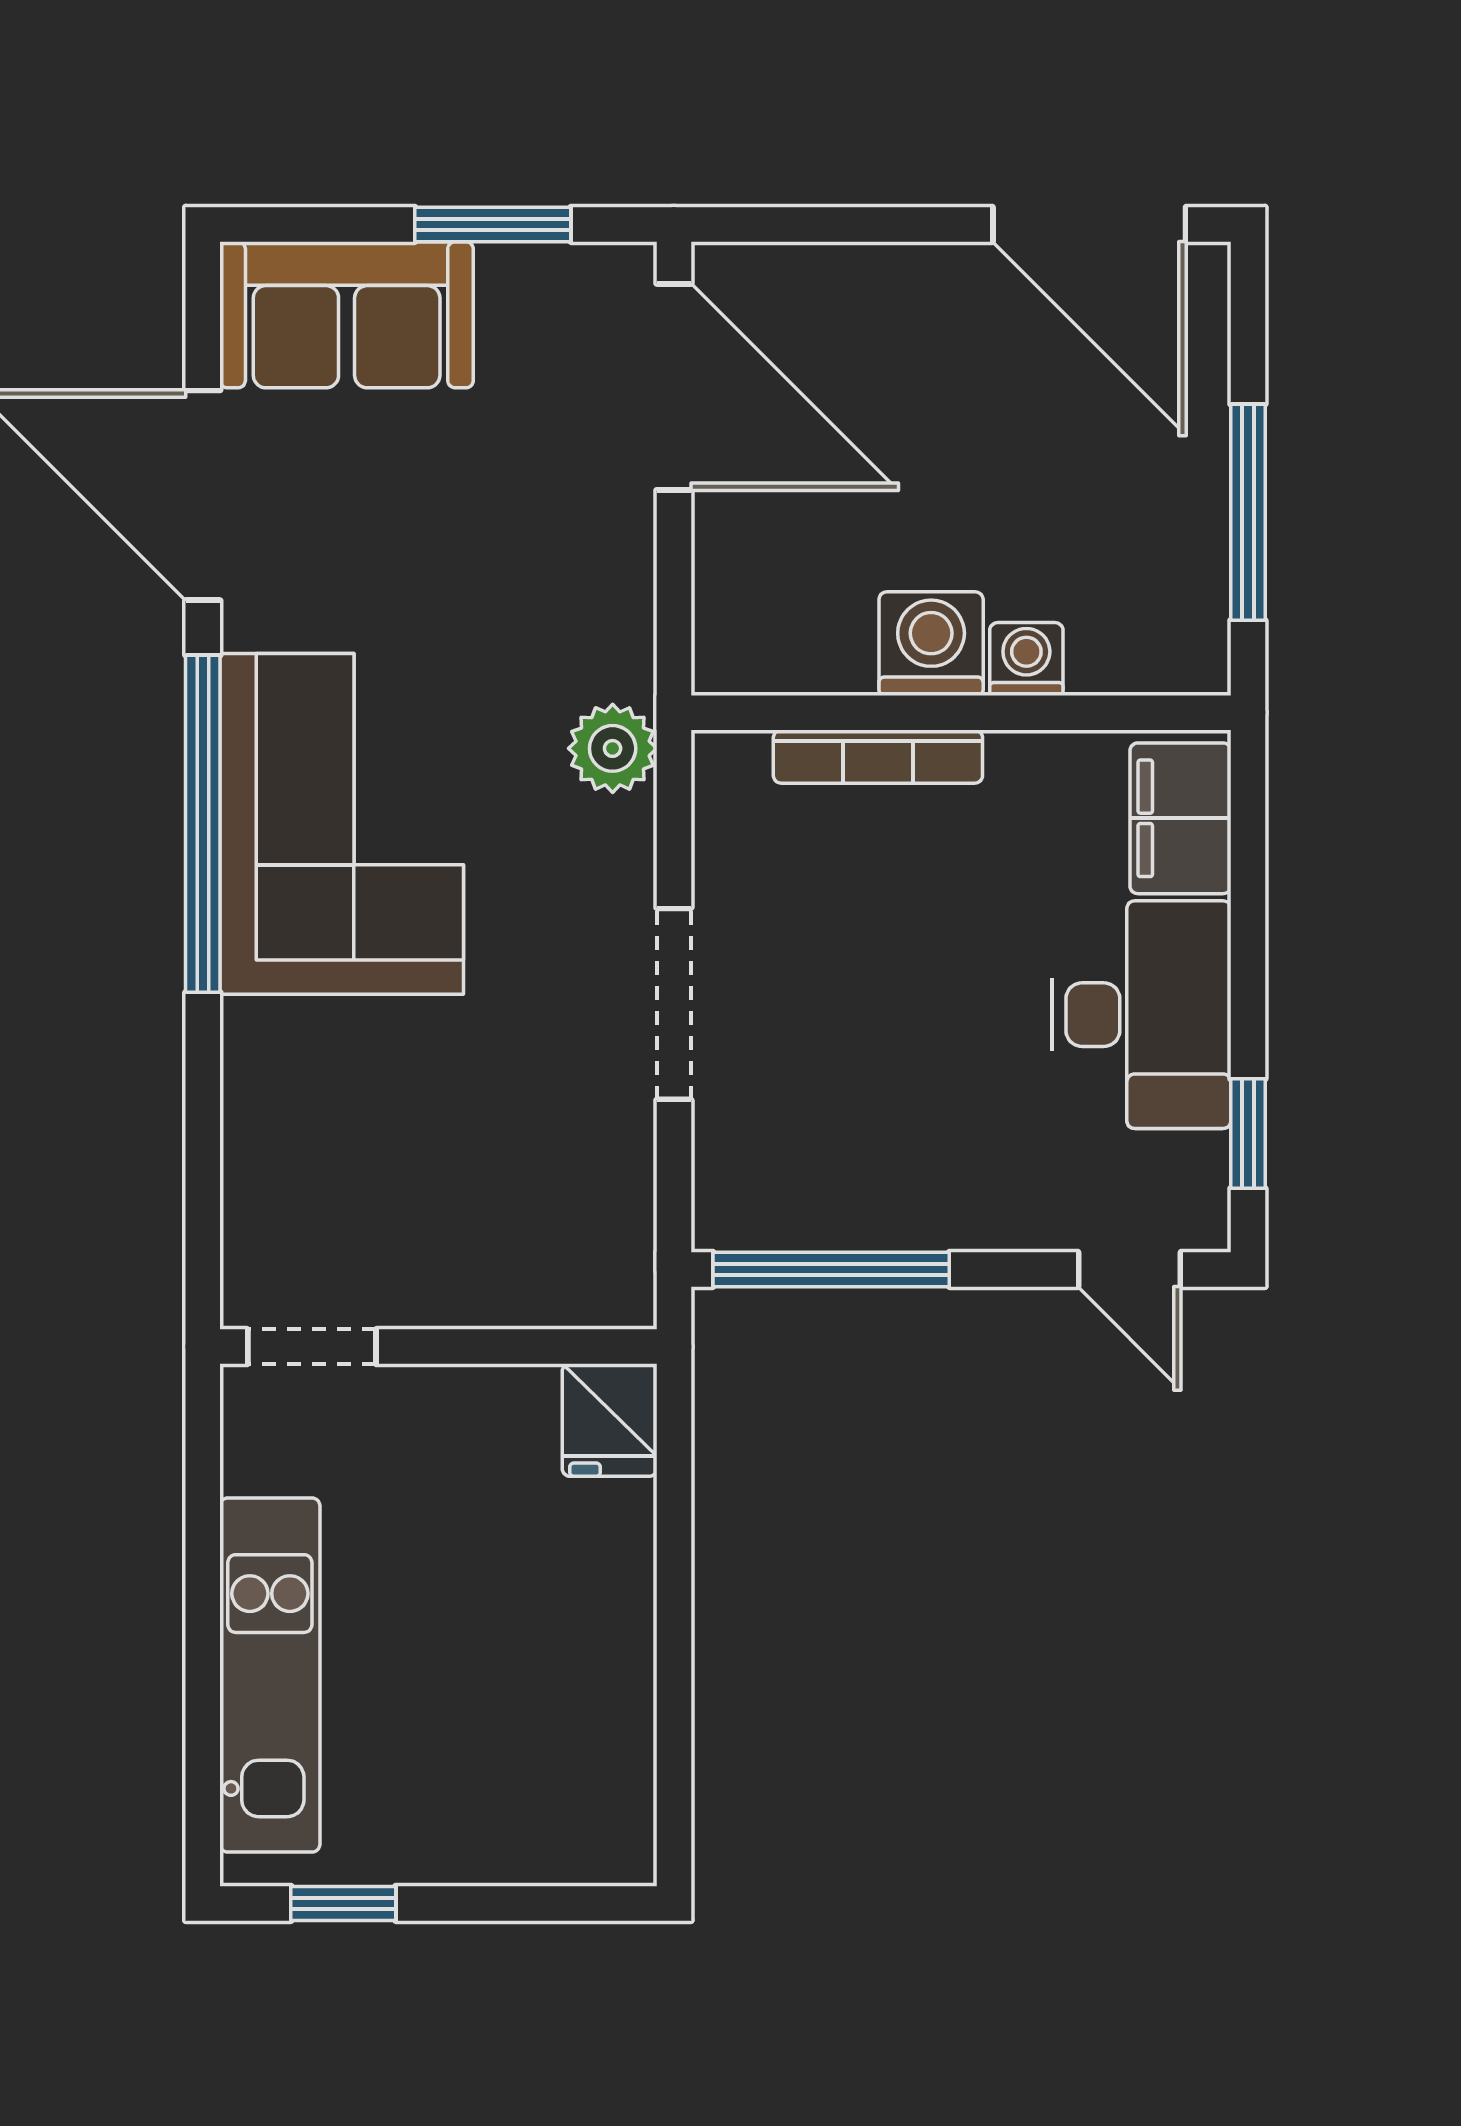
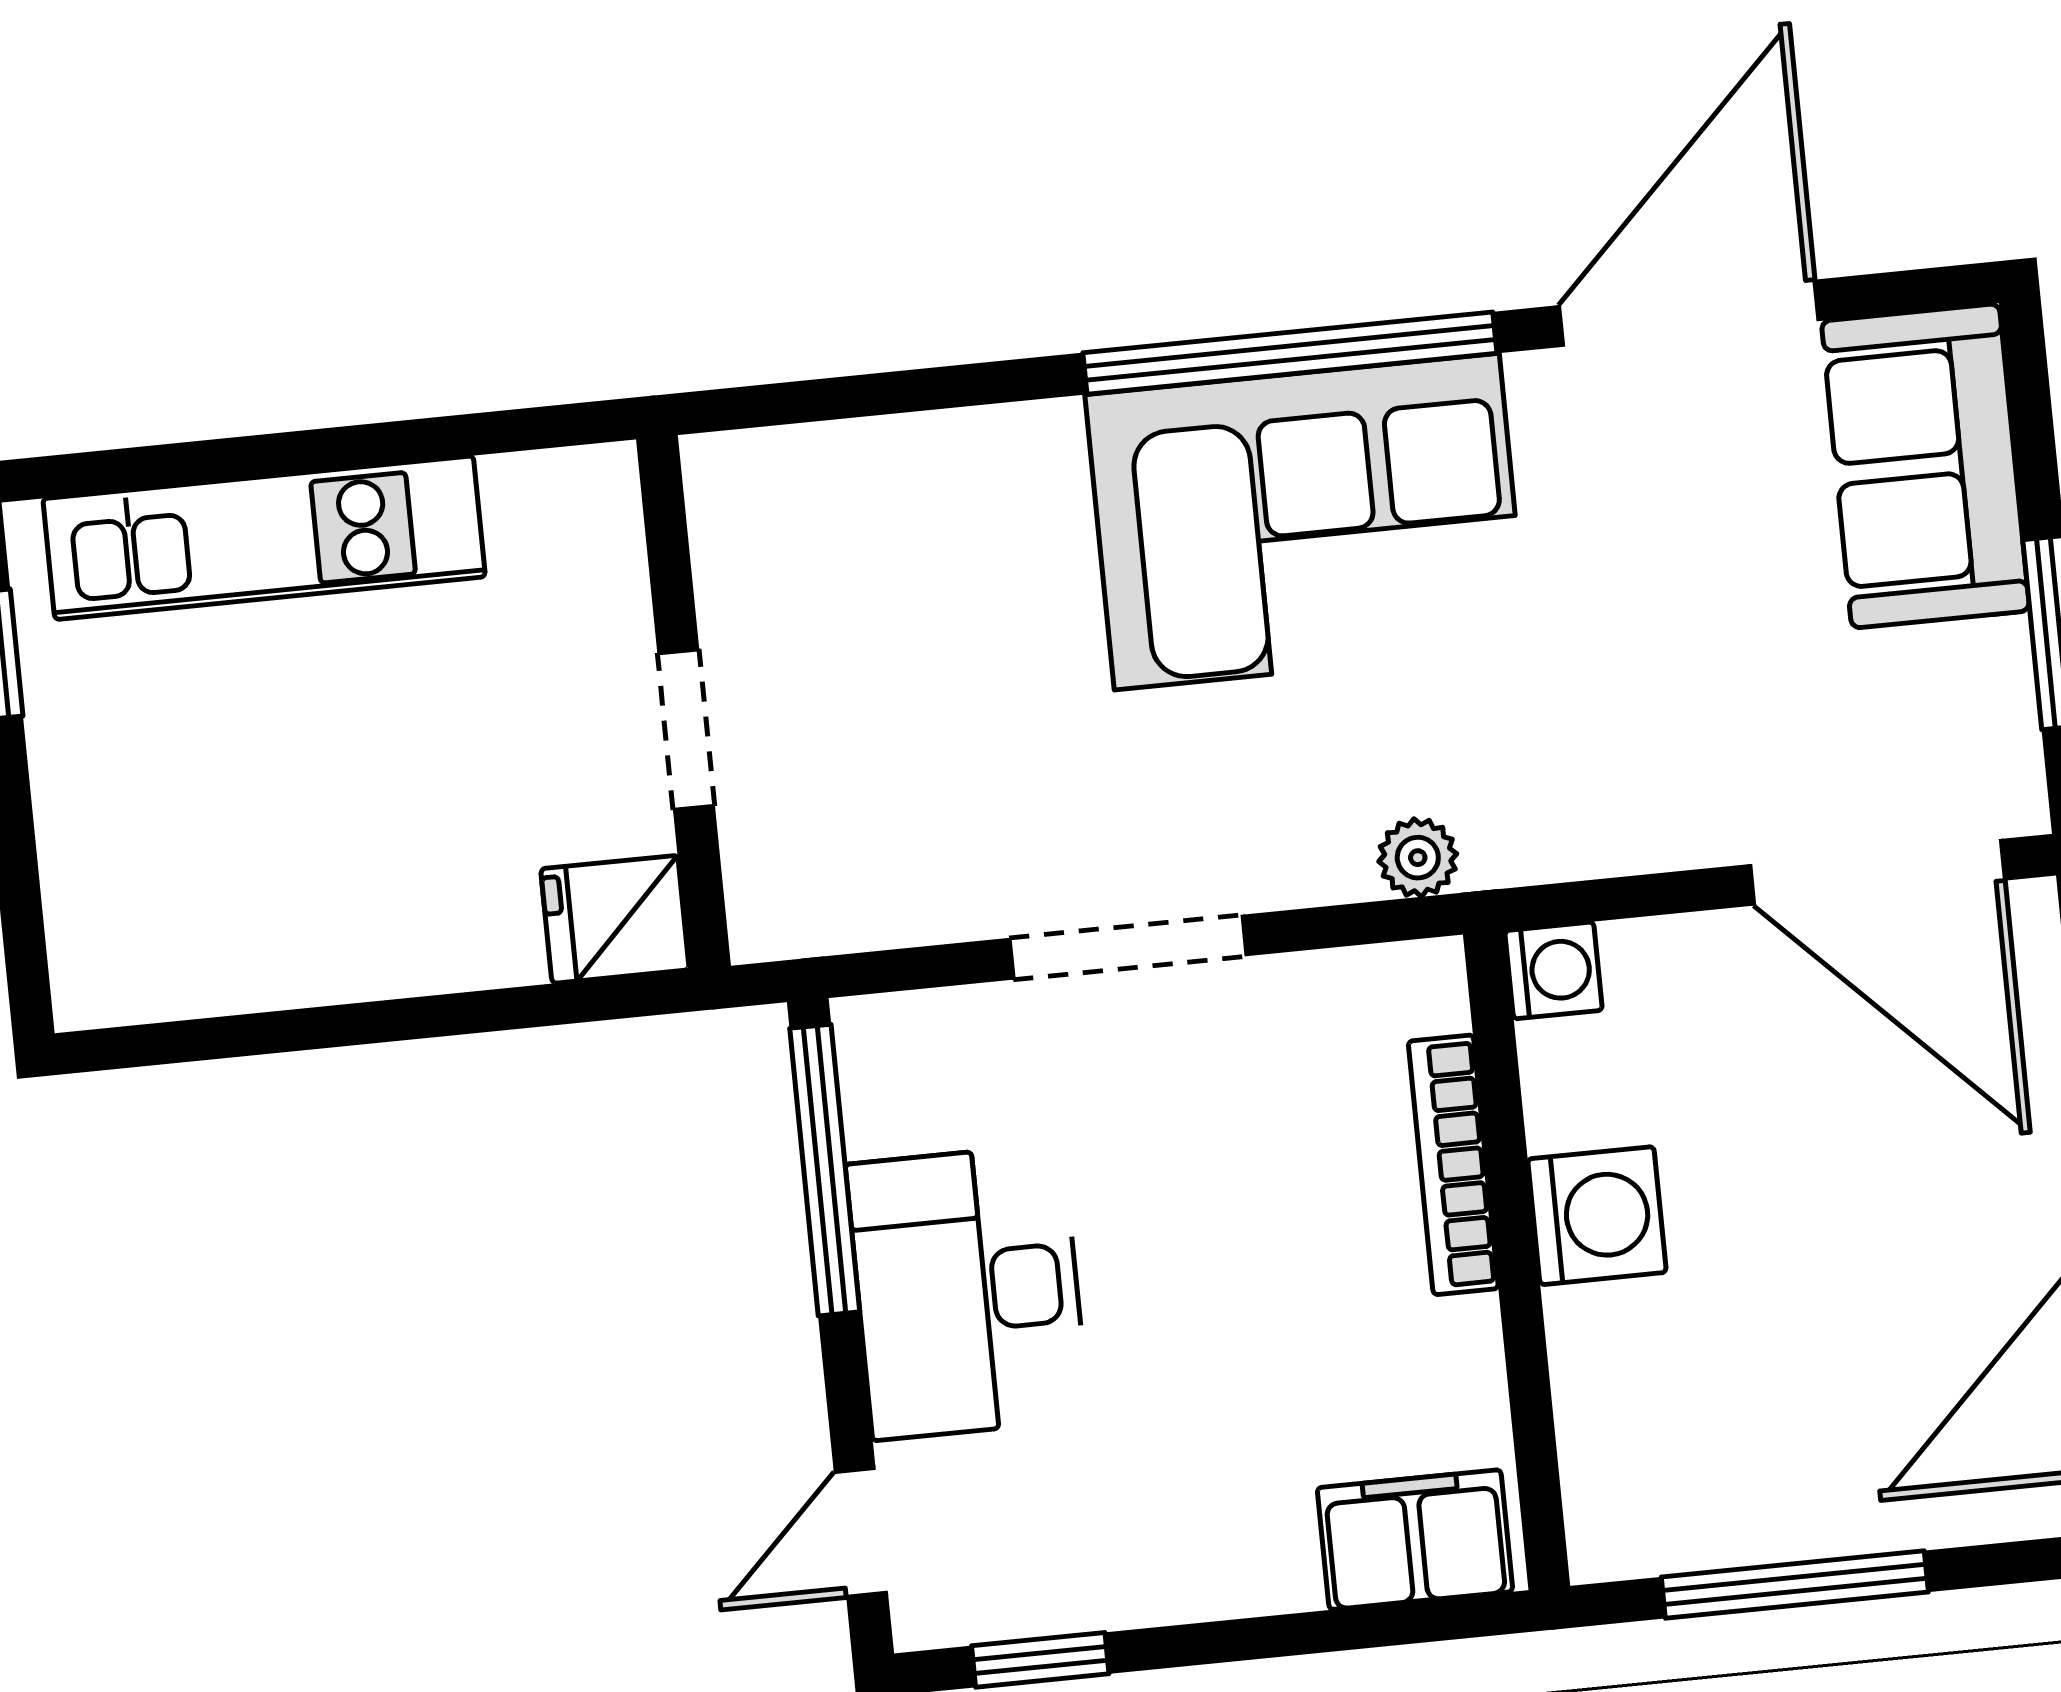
door: (674, 387) -> (1877, 872), hinge flipped
washing machine: (1026, 659) -> (1554, 970), moved
plant: (613, 748) -> (1418, 858), width x0.73, depth x0.73
desk: (1141, 1015) -> (968, 1292), moved, turned 90
doorway: (312, 1347) -> (686, 730), moved

